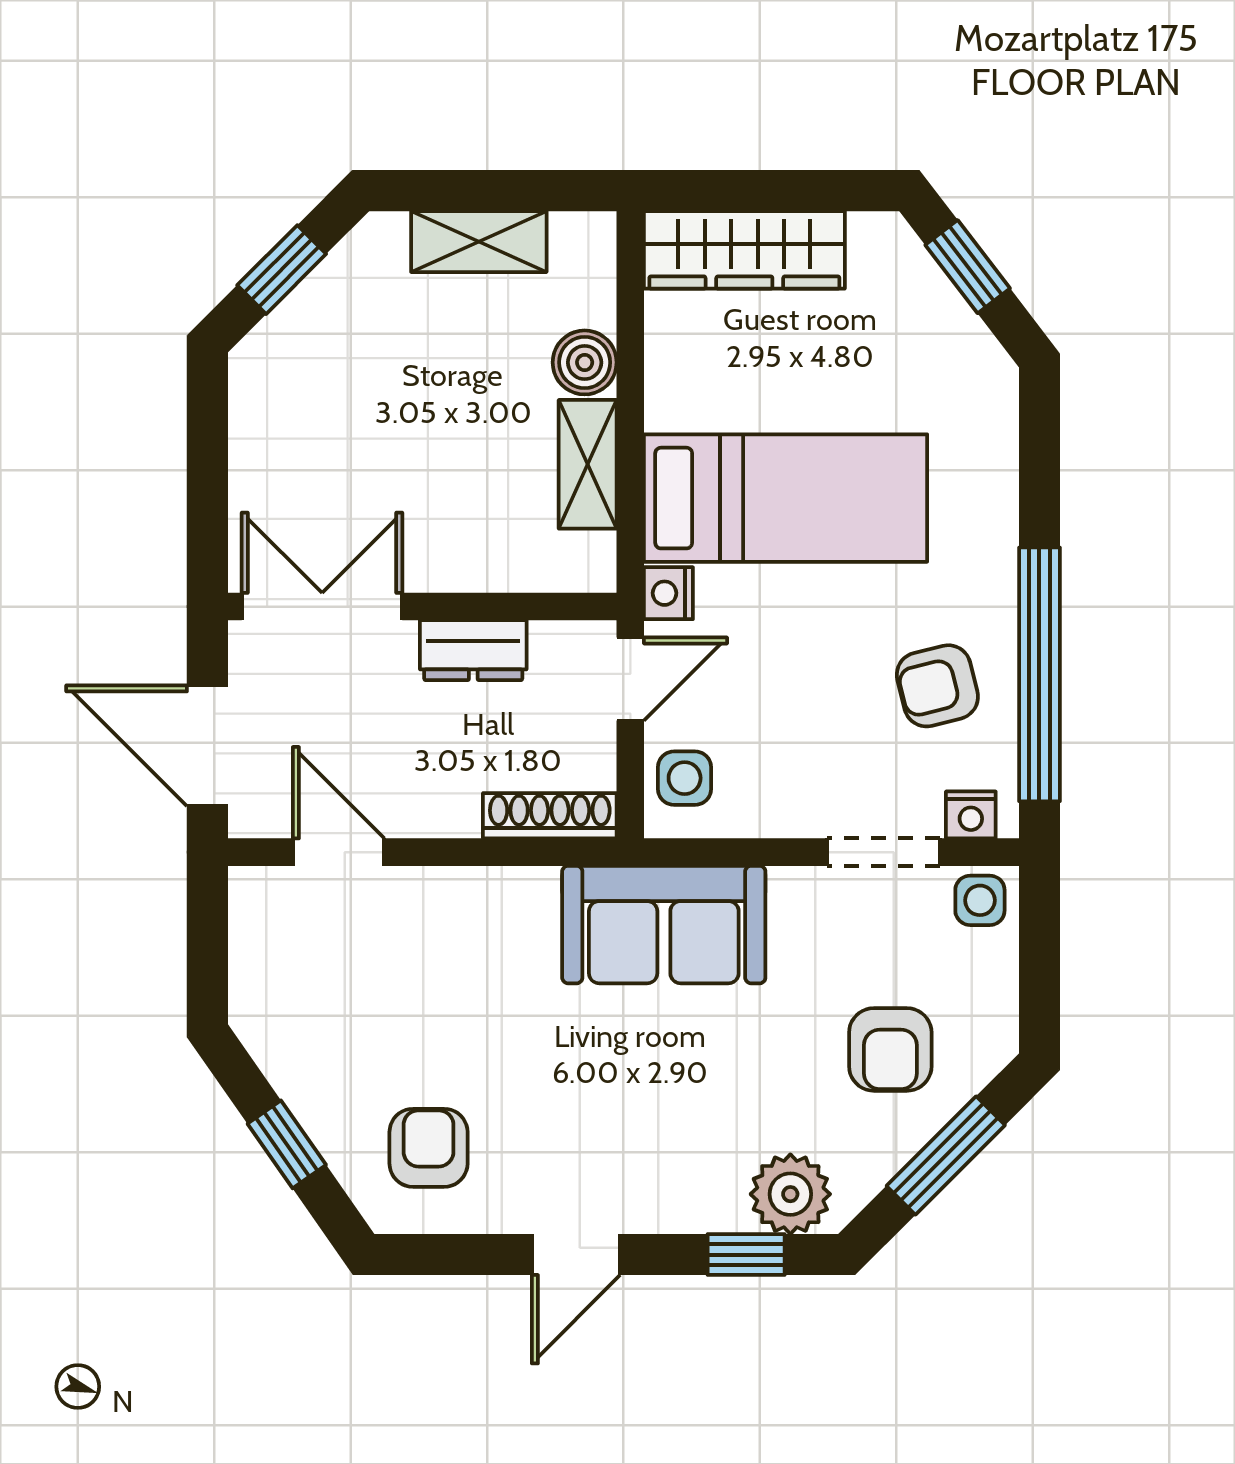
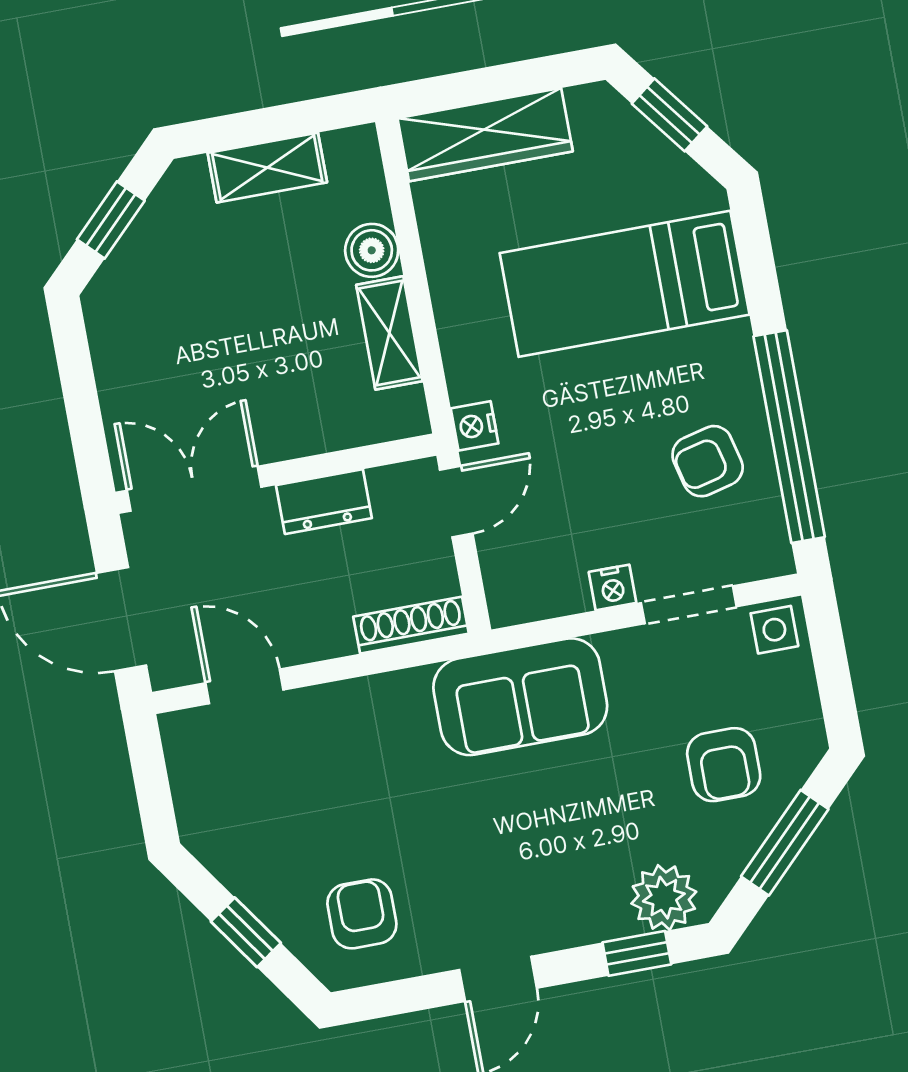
bed: (786, 498) -> (625, 284), moved, turned 180
side table: (685, 778) -> (515, 574), removed
nightstand: (971, 815) -> (613, 587), moved

